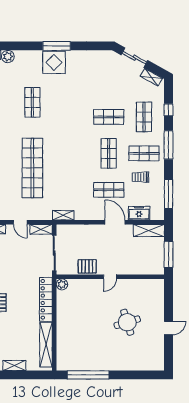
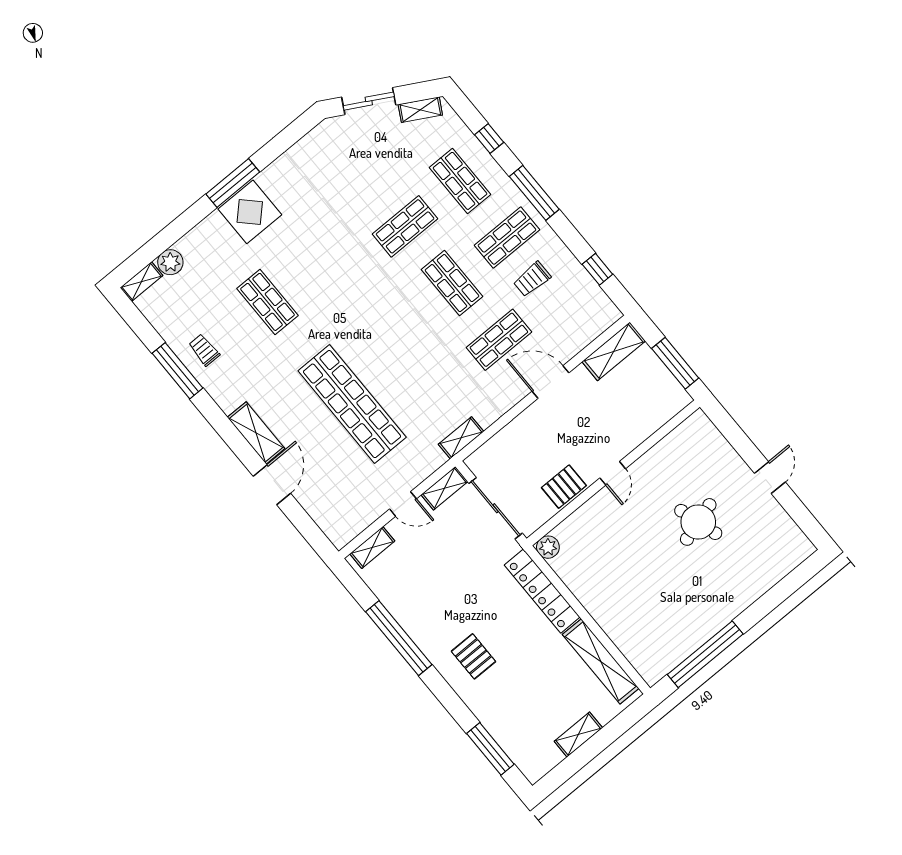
window: (169, 194) -> (597, 269), width x0.46
freezer: (139, 213) -> (576, 337), removed

